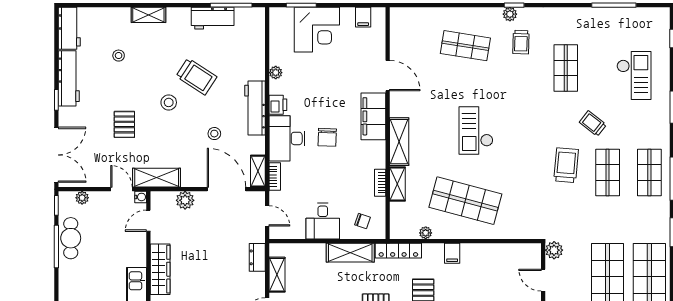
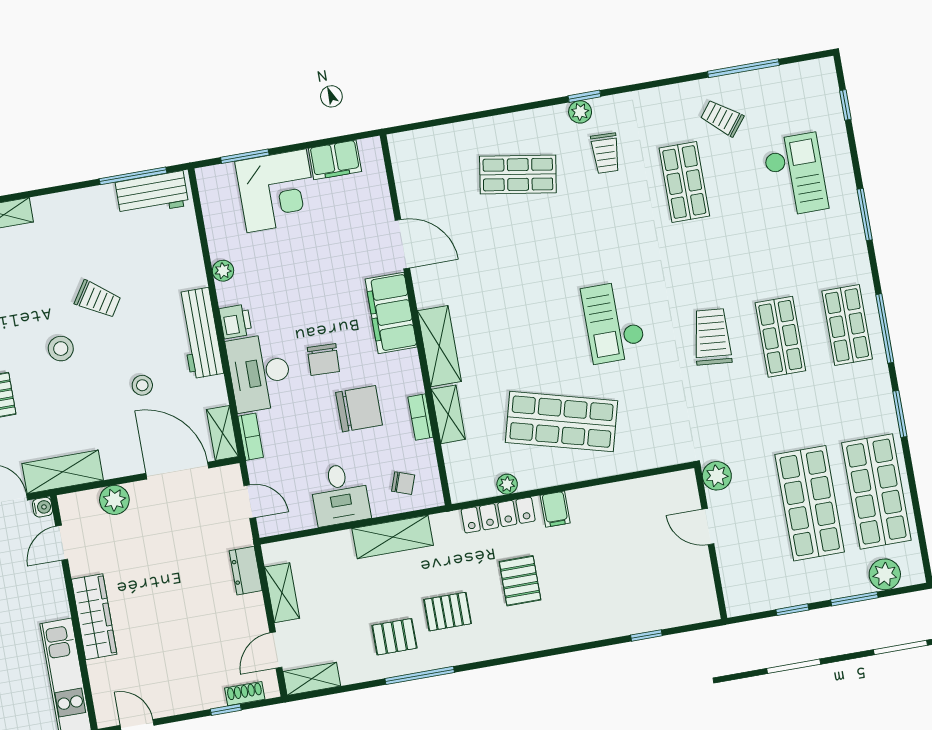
filing cabinet: (363, 17) -> (335, 160), width x2.00
workbench: (213, 18) -> (152, 194), moved
trolley: (196, 77) -> (98, 299), width x0.73, depth x0.72
trolley: (593, 124) -> (722, 118), moved
checkout: (476, 131) -> (614, 322), moved
chair: (344, 171) -> (359, 409), added
locker: (398, 251) -> (498, 515), moved

